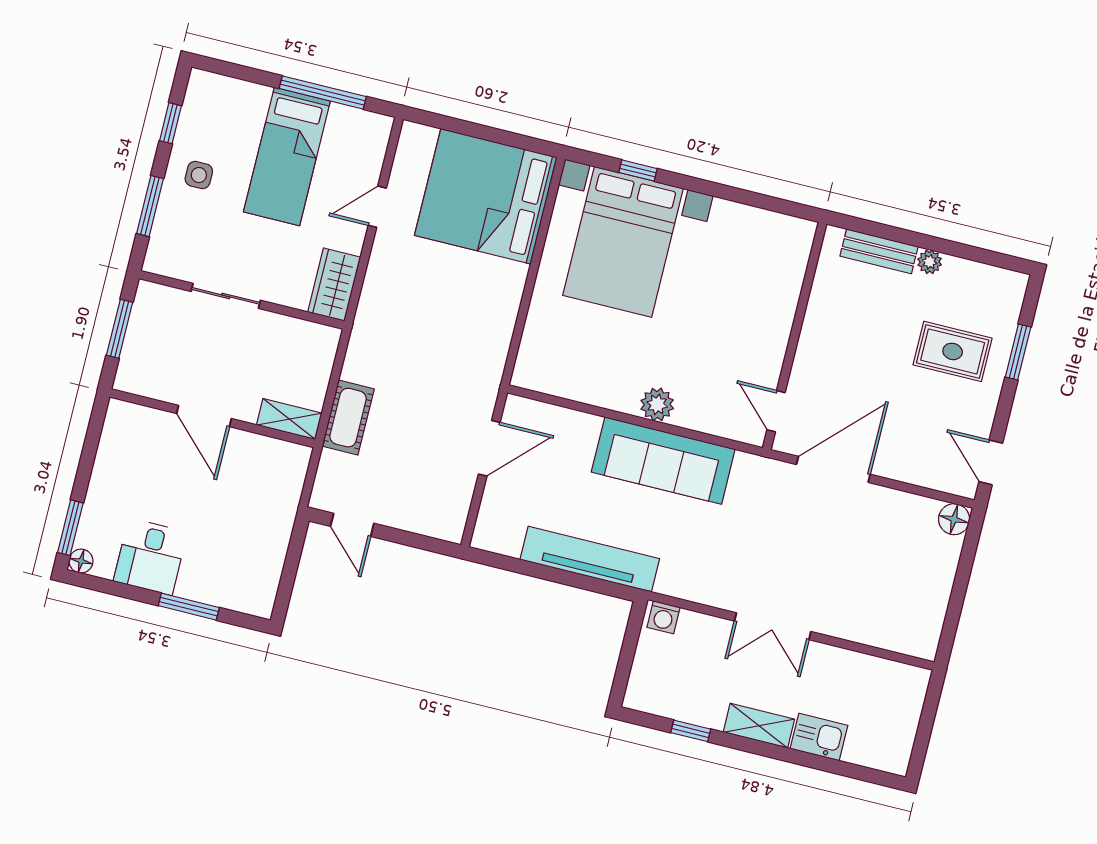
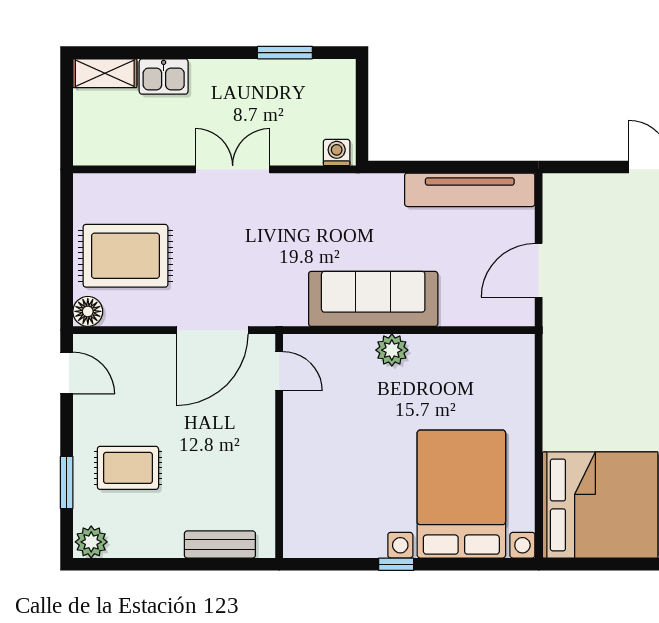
window: (638, 171) -> (396, 564), moved
plant: (930, 262) -> (91, 542), moved, width x1.38, depth x1.38
tv unit: (590, 559) -> (470, 190), moved
rug: (902, 566) -> (125, 256), added
shelving: (759, 726) -> (105, 73), moved
window: (691, 731) -> (285, 53), width x1.50

